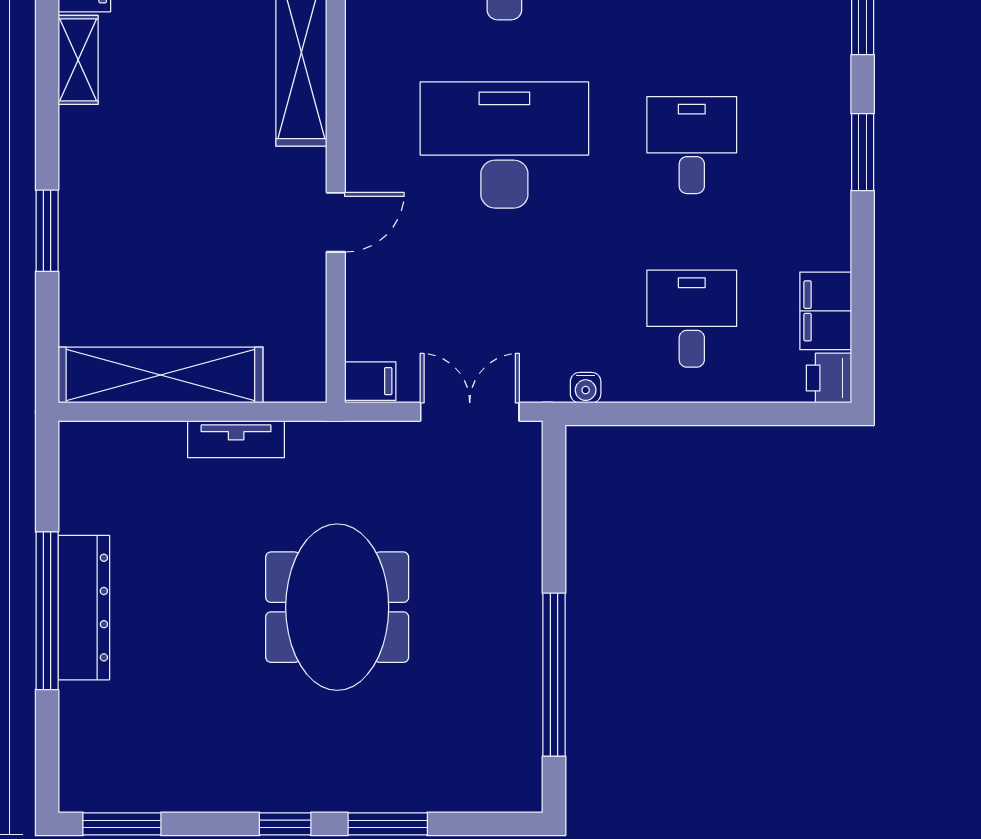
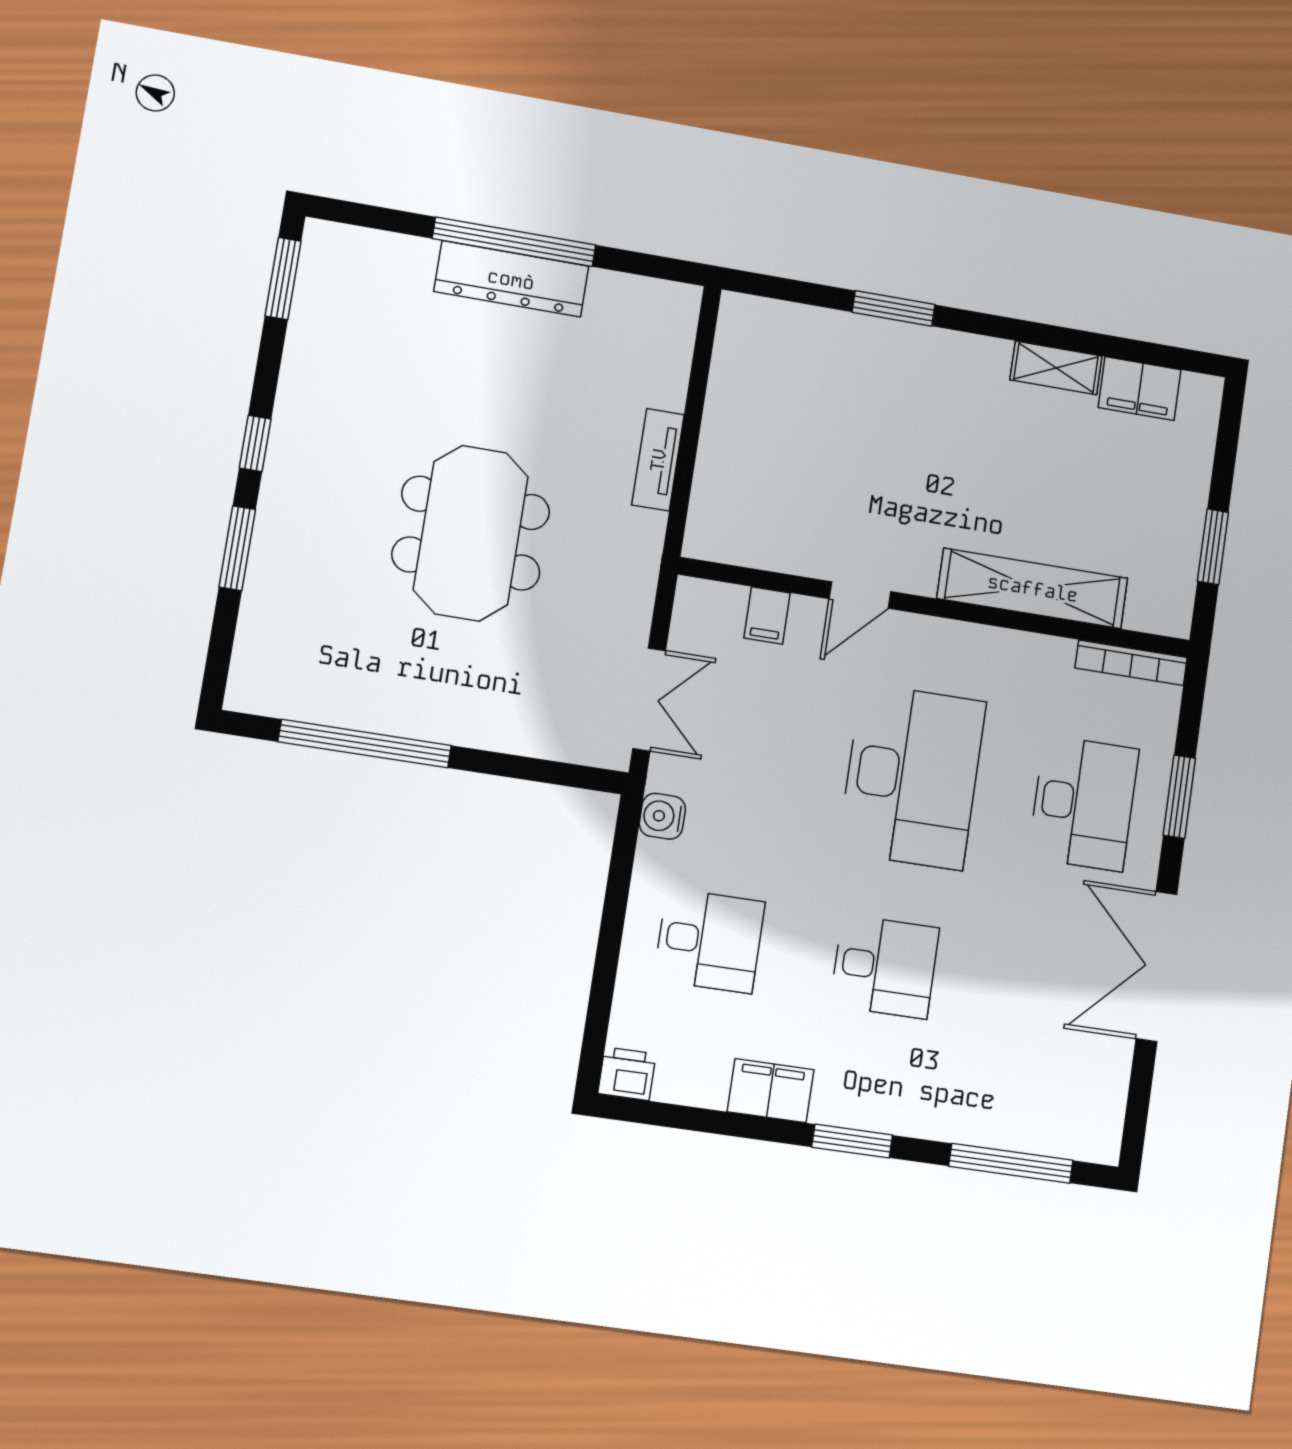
door: (336, 222) -> (860, 595), hinge flipped
filing cabinet: (826, 311) -> (771, 1091), moved
shelving: (160, 375) -> (734, 395), removed
filing cabinet: (370, 381) -> (767, 615), moved
water cooler: (586, 388) -> (662, 816), width x1.38, depth x1.38
meeting table: (337, 607) -> (471, 533), turned 90

